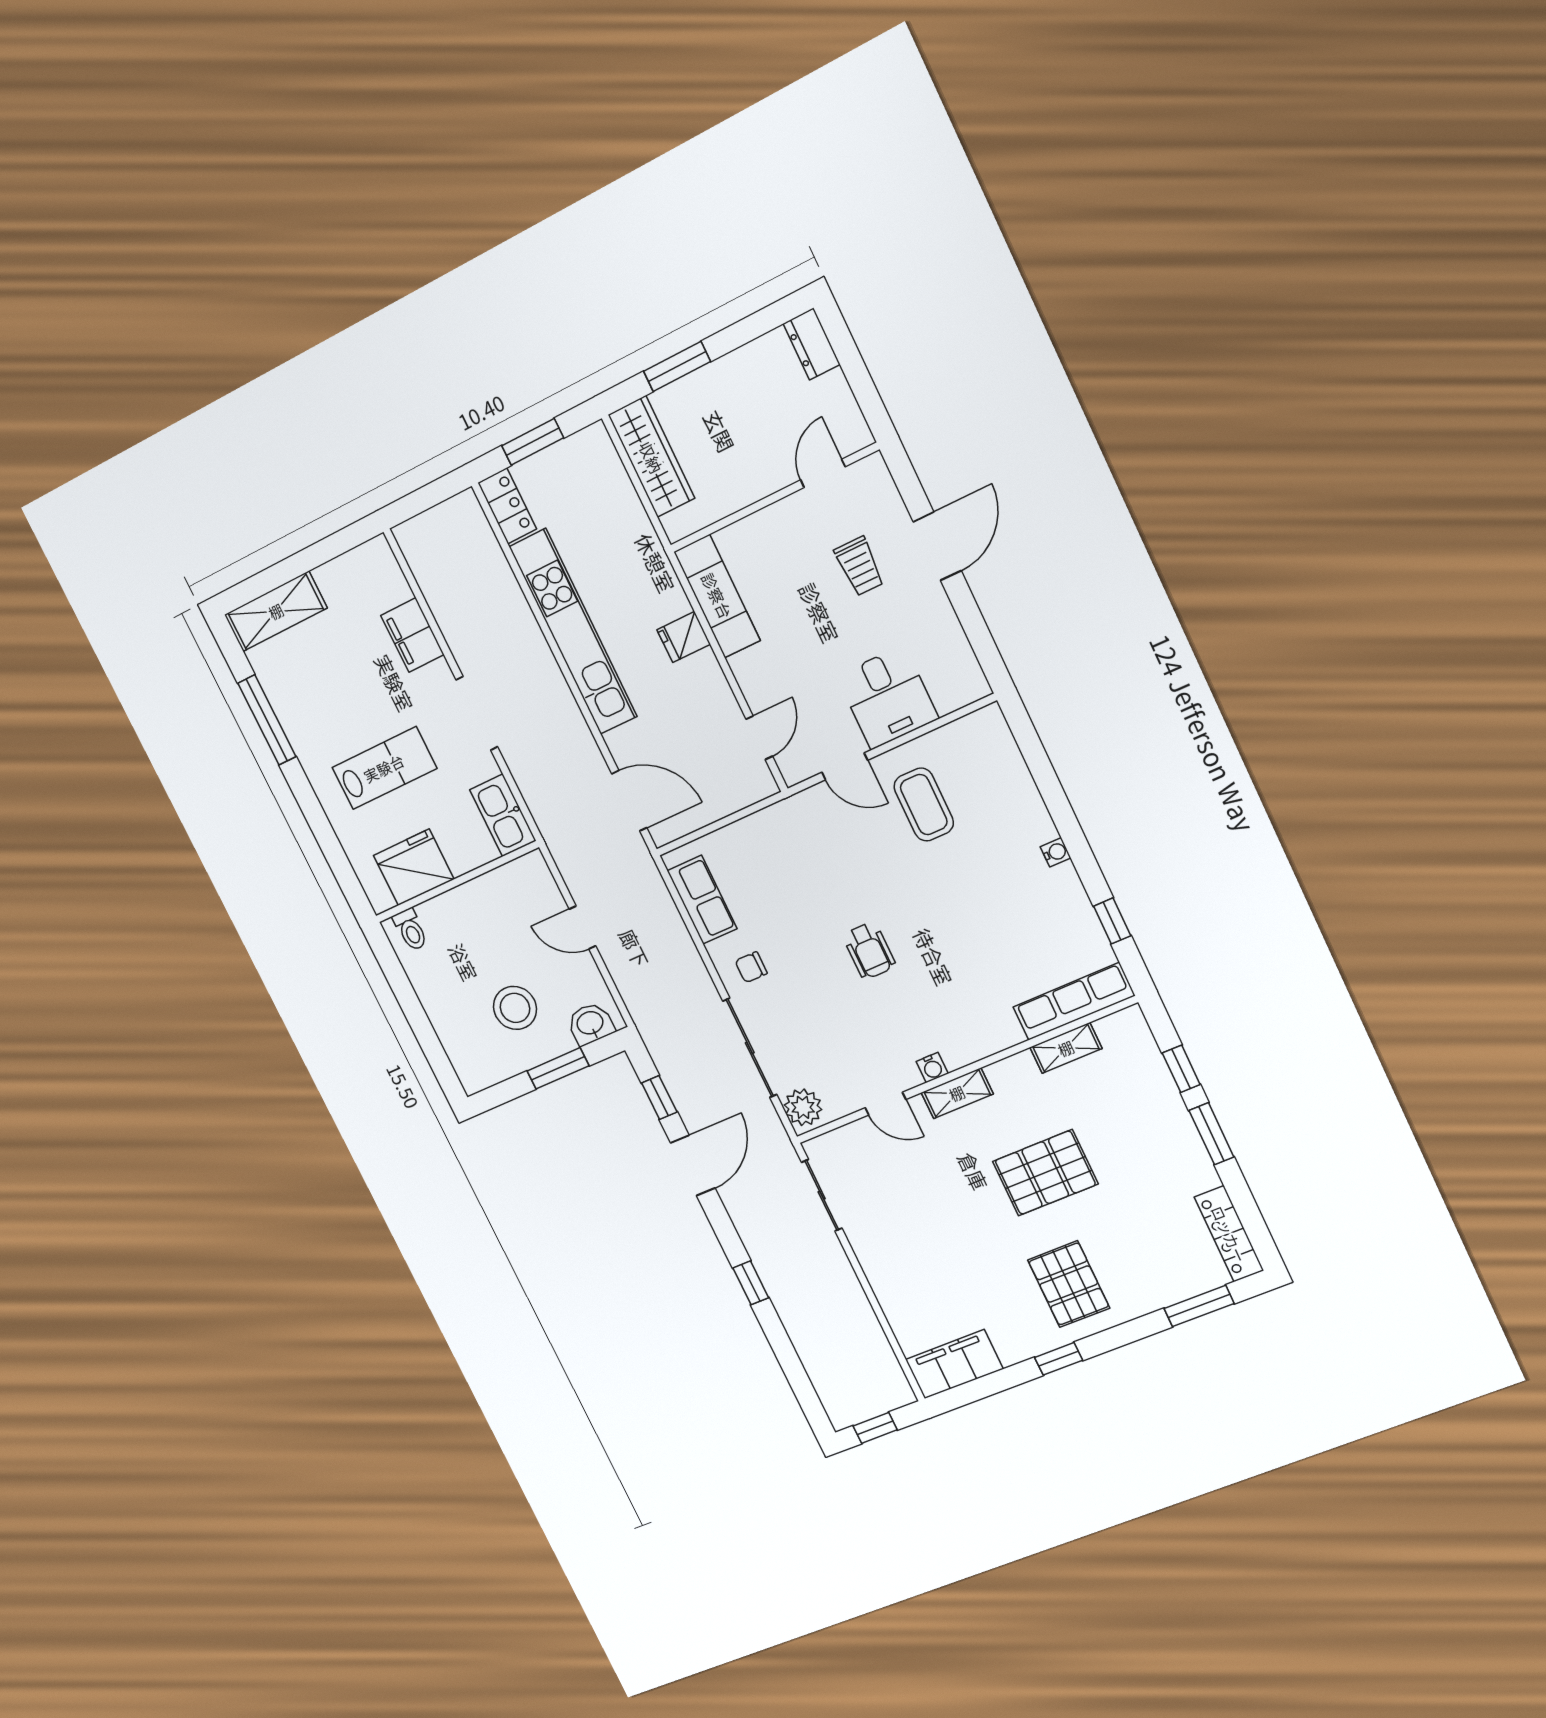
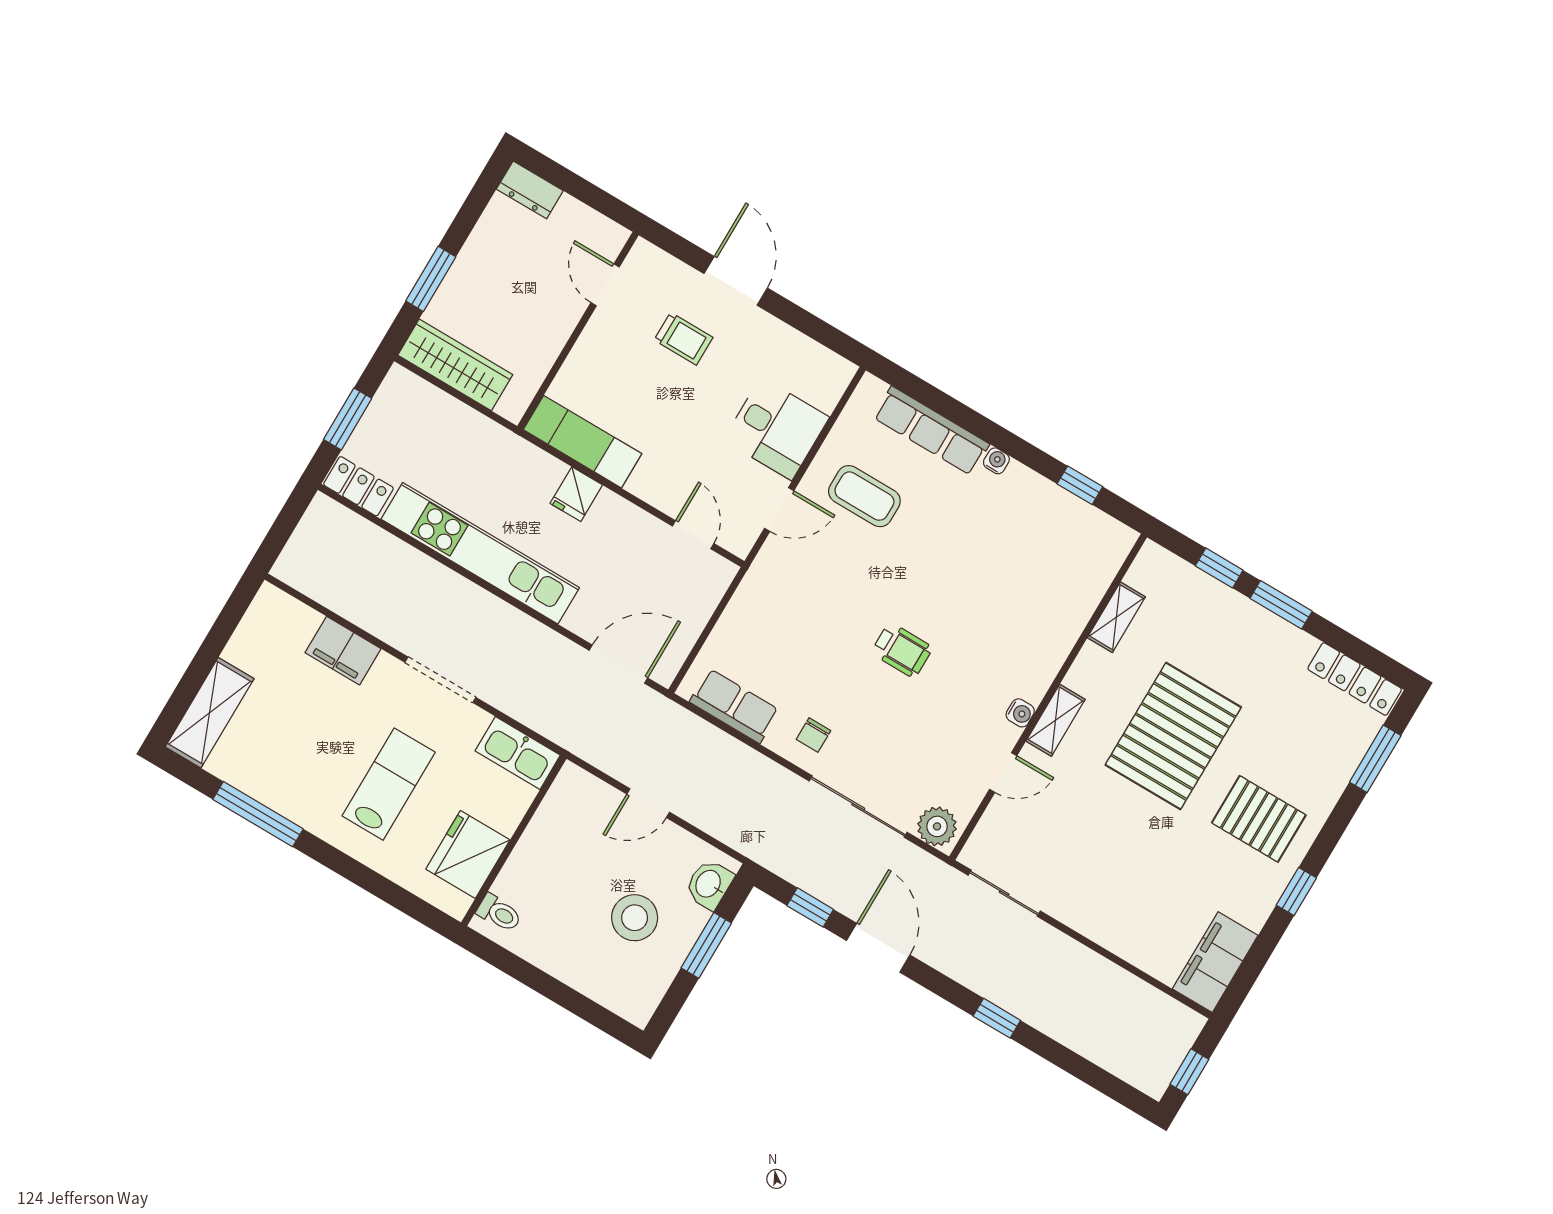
row of seats: (1074, 1001) -> (931, 431), moved, turned -90
pallet: (1045, 1173) -> (1173, 736), width x1.37, depth x1.41

